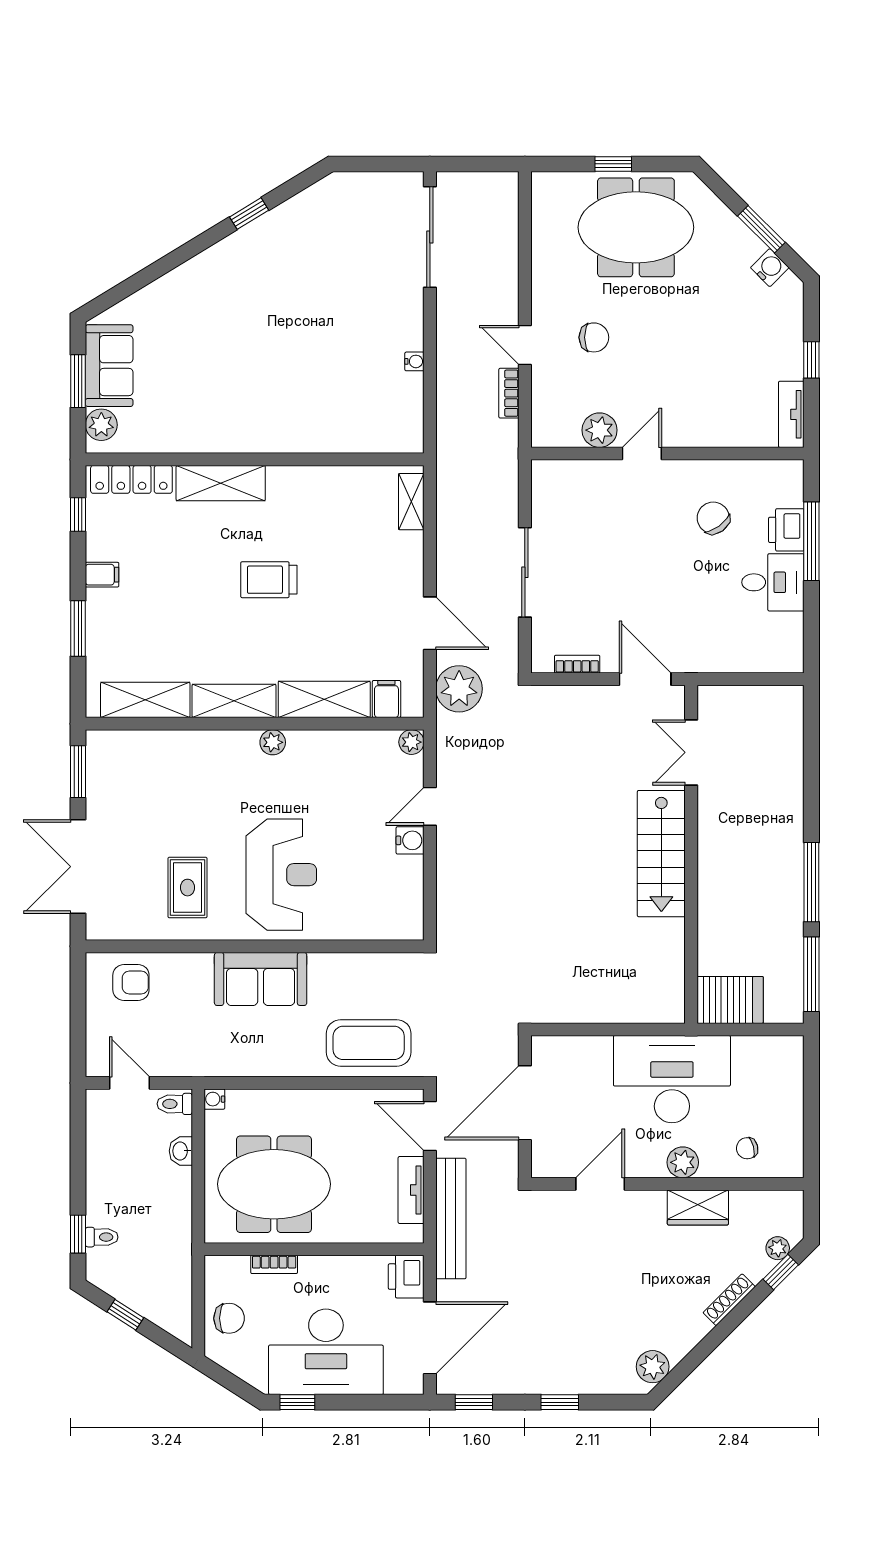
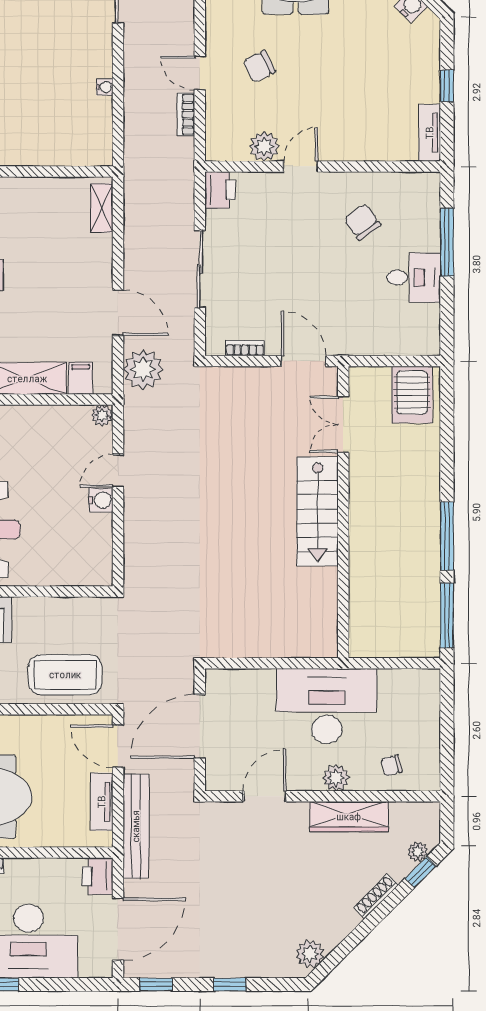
chair: (594, 337) -> (259, 66), turned 153
printer: (786, 530) -> (220, 190), moved, turned 180
server rack: (730, 1000) -> (412, 395), moved, turned 90
wardrobe: (698, 1207) -> (349, 817), width x1.50

